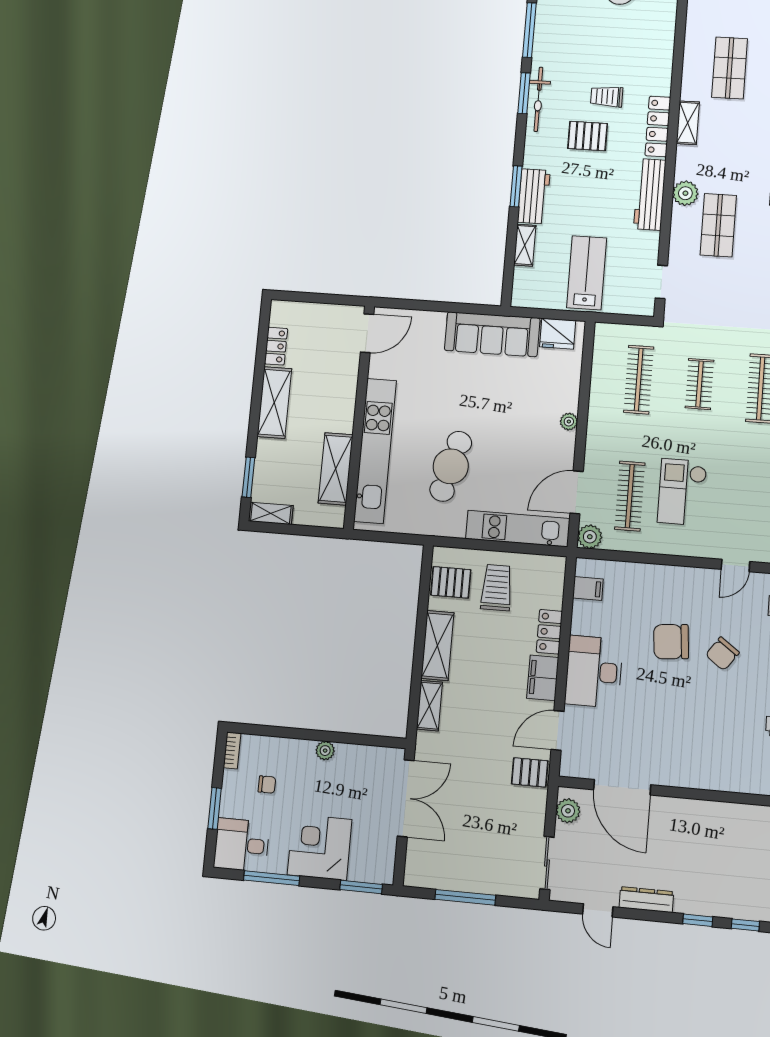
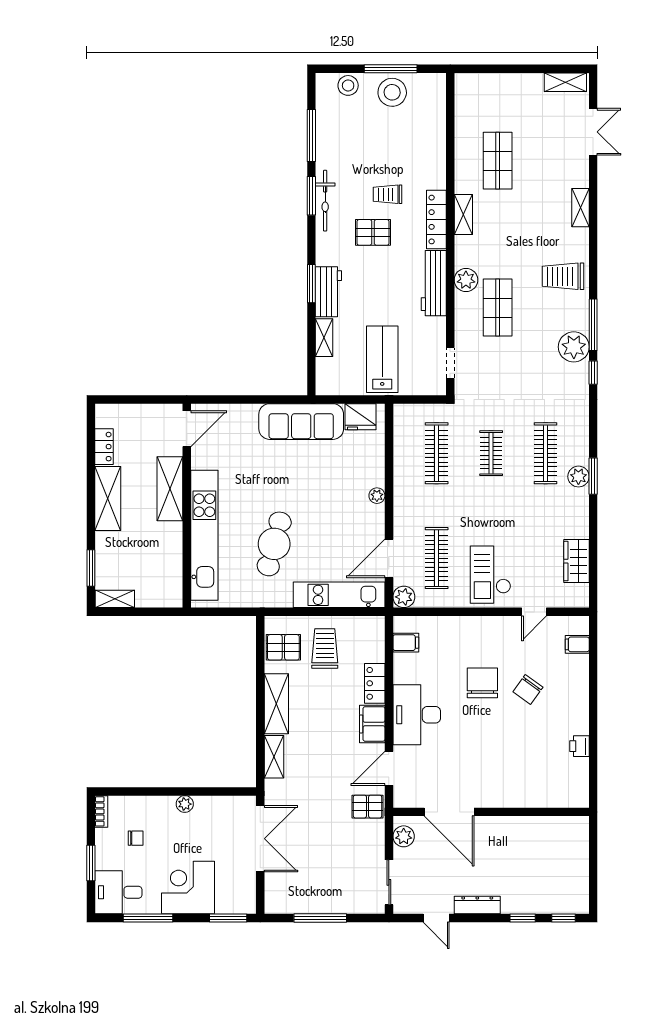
shelving: (336, 469) -> (170, 489), moved
checkout: (682, 492) -> (490, 575), moved
chair: (671, 642) -> (482, 683), turned 95

